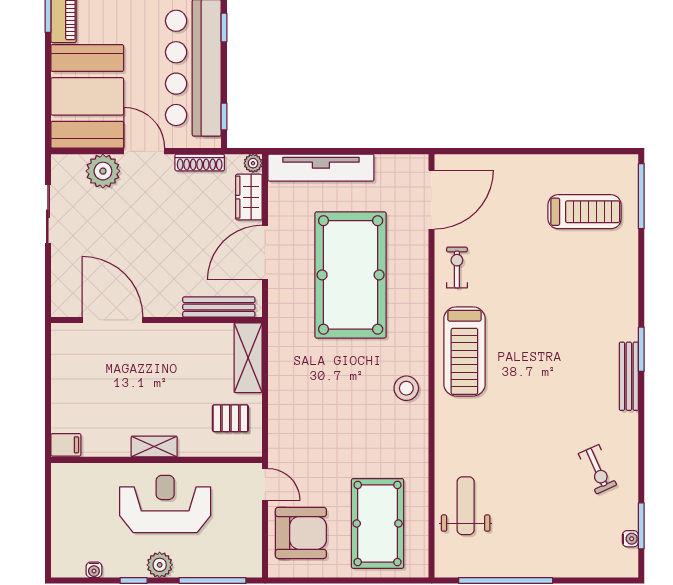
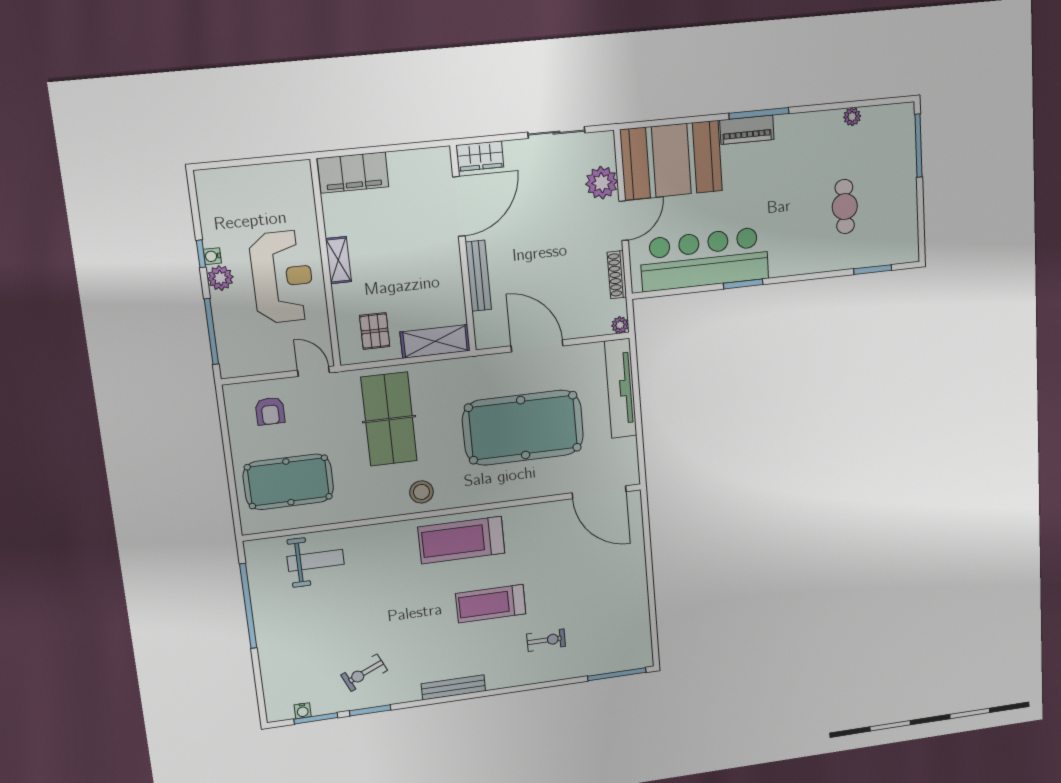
window: (224, 28) -> (743, 284), width x1.50
window: (224, 117) -> (661, 293), removed
wardrobe: (249, 197) -> (480, 156), moved, turned 180
treadmill: (585, 212) -> (491, 604), moved, turned 90
exercise bike: (457, 268) -> (546, 640), moved
bench: (219, 307) -> (478, 276), moved
window: (641, 349) -> (370, 710), moved
table tennis table: (324, 414) -> (389, 419), added
filing cabinet: (66, 445) -> (353, 173), width x3.00, depth x1.17
door: (265, 485) -> (314, 371), swing flipped
armchair: (301, 533) -> (270, 411), width x0.53, depth x0.53
water cooler: (94, 570) -> (212, 256), moved

